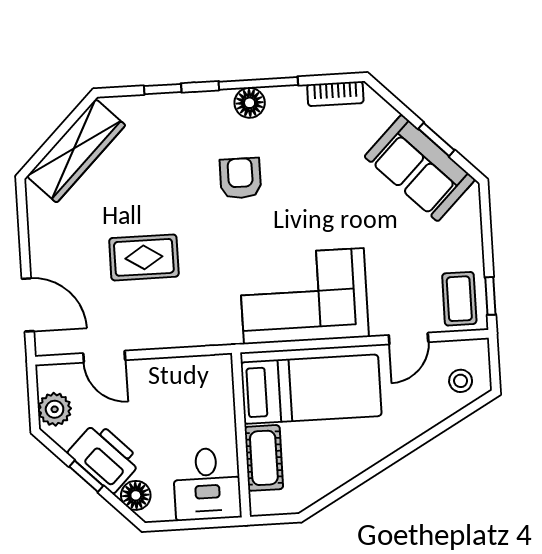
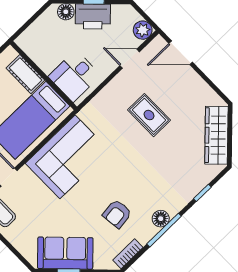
armchair: (240, 178) -> (117, 214), moved, turned 83
rug: (144, 257) -> (149, 115), turned 90
plant: (55, 409) -> (143, 30), moved
desk: (207, 484) -> (74, 76), moved, turned -90

